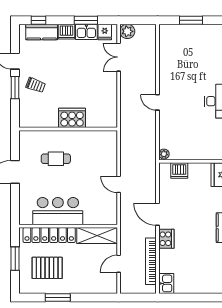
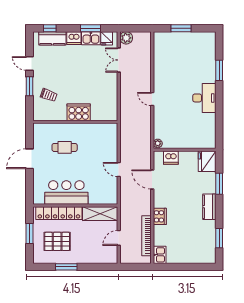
trolley: (36, 85) -> (49, 95), moved
door: (158, 214) -> (152, 179), moved

